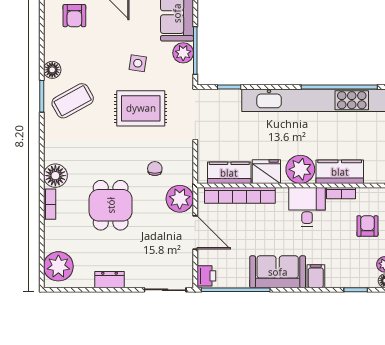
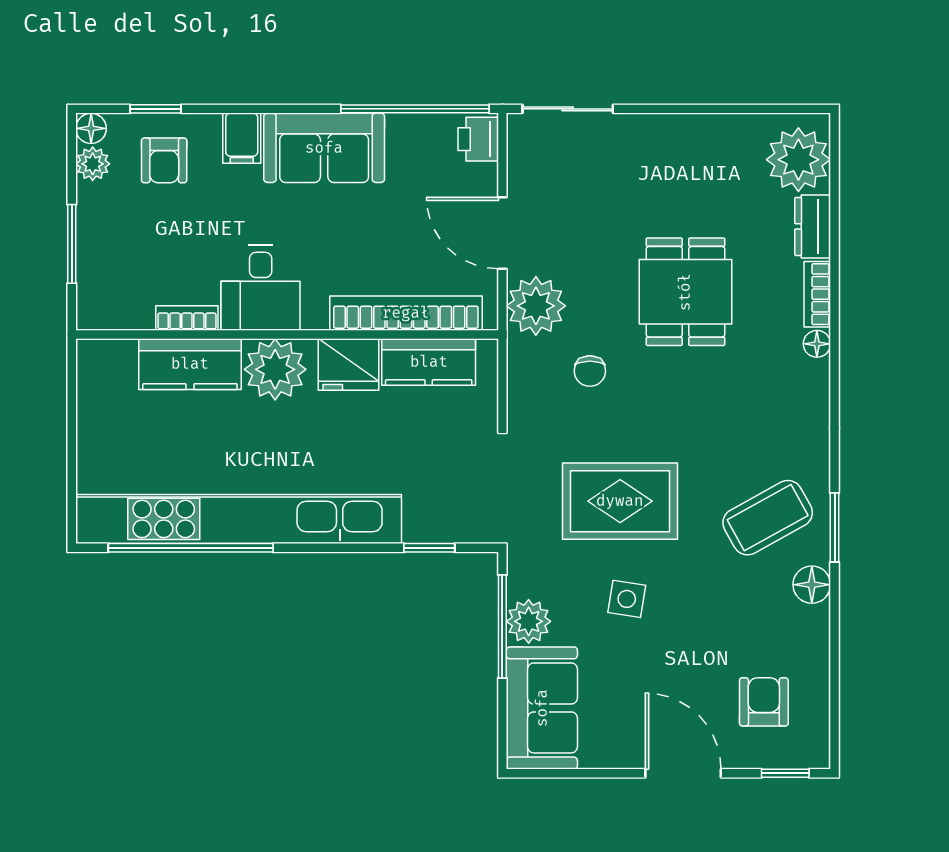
floor lamp: (55, 176) -> (817, 344), width x0.53, depth x0.53
armchair: (367, 226) -> (164, 160), moved
dresser: (110, 280) -> (813, 226), moved, turned 90

